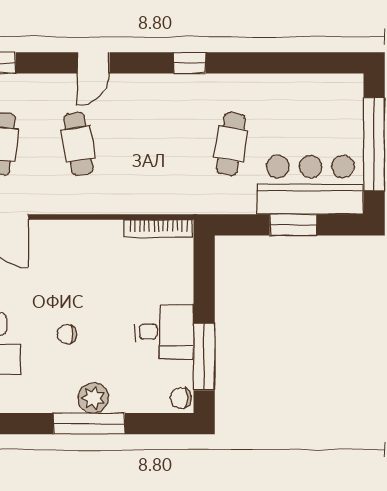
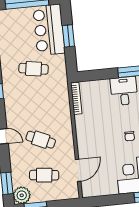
cafe table: (78, 144) -> (41, 140), turned 33

